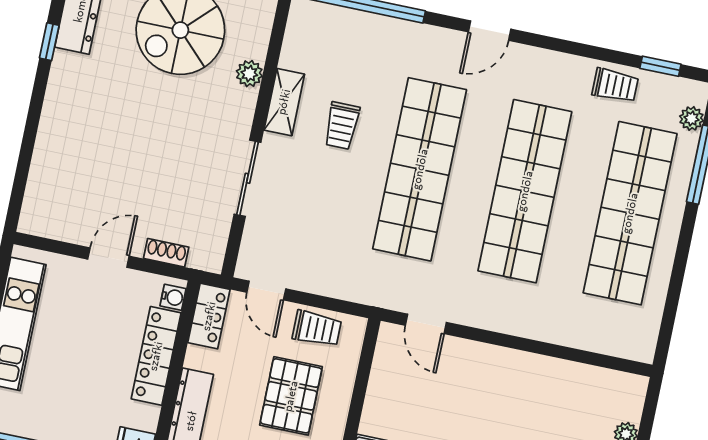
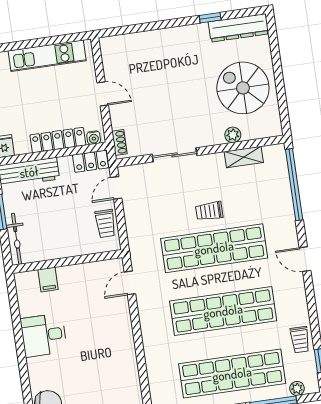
shelving: (284, 102) -> (244, 157), moved
trolley: (342, 126) -> (209, 211), moved
shoe rack: (166, 253) -> (119, 142), moved
pallet: (291, 396) -> (63, 223), removed

